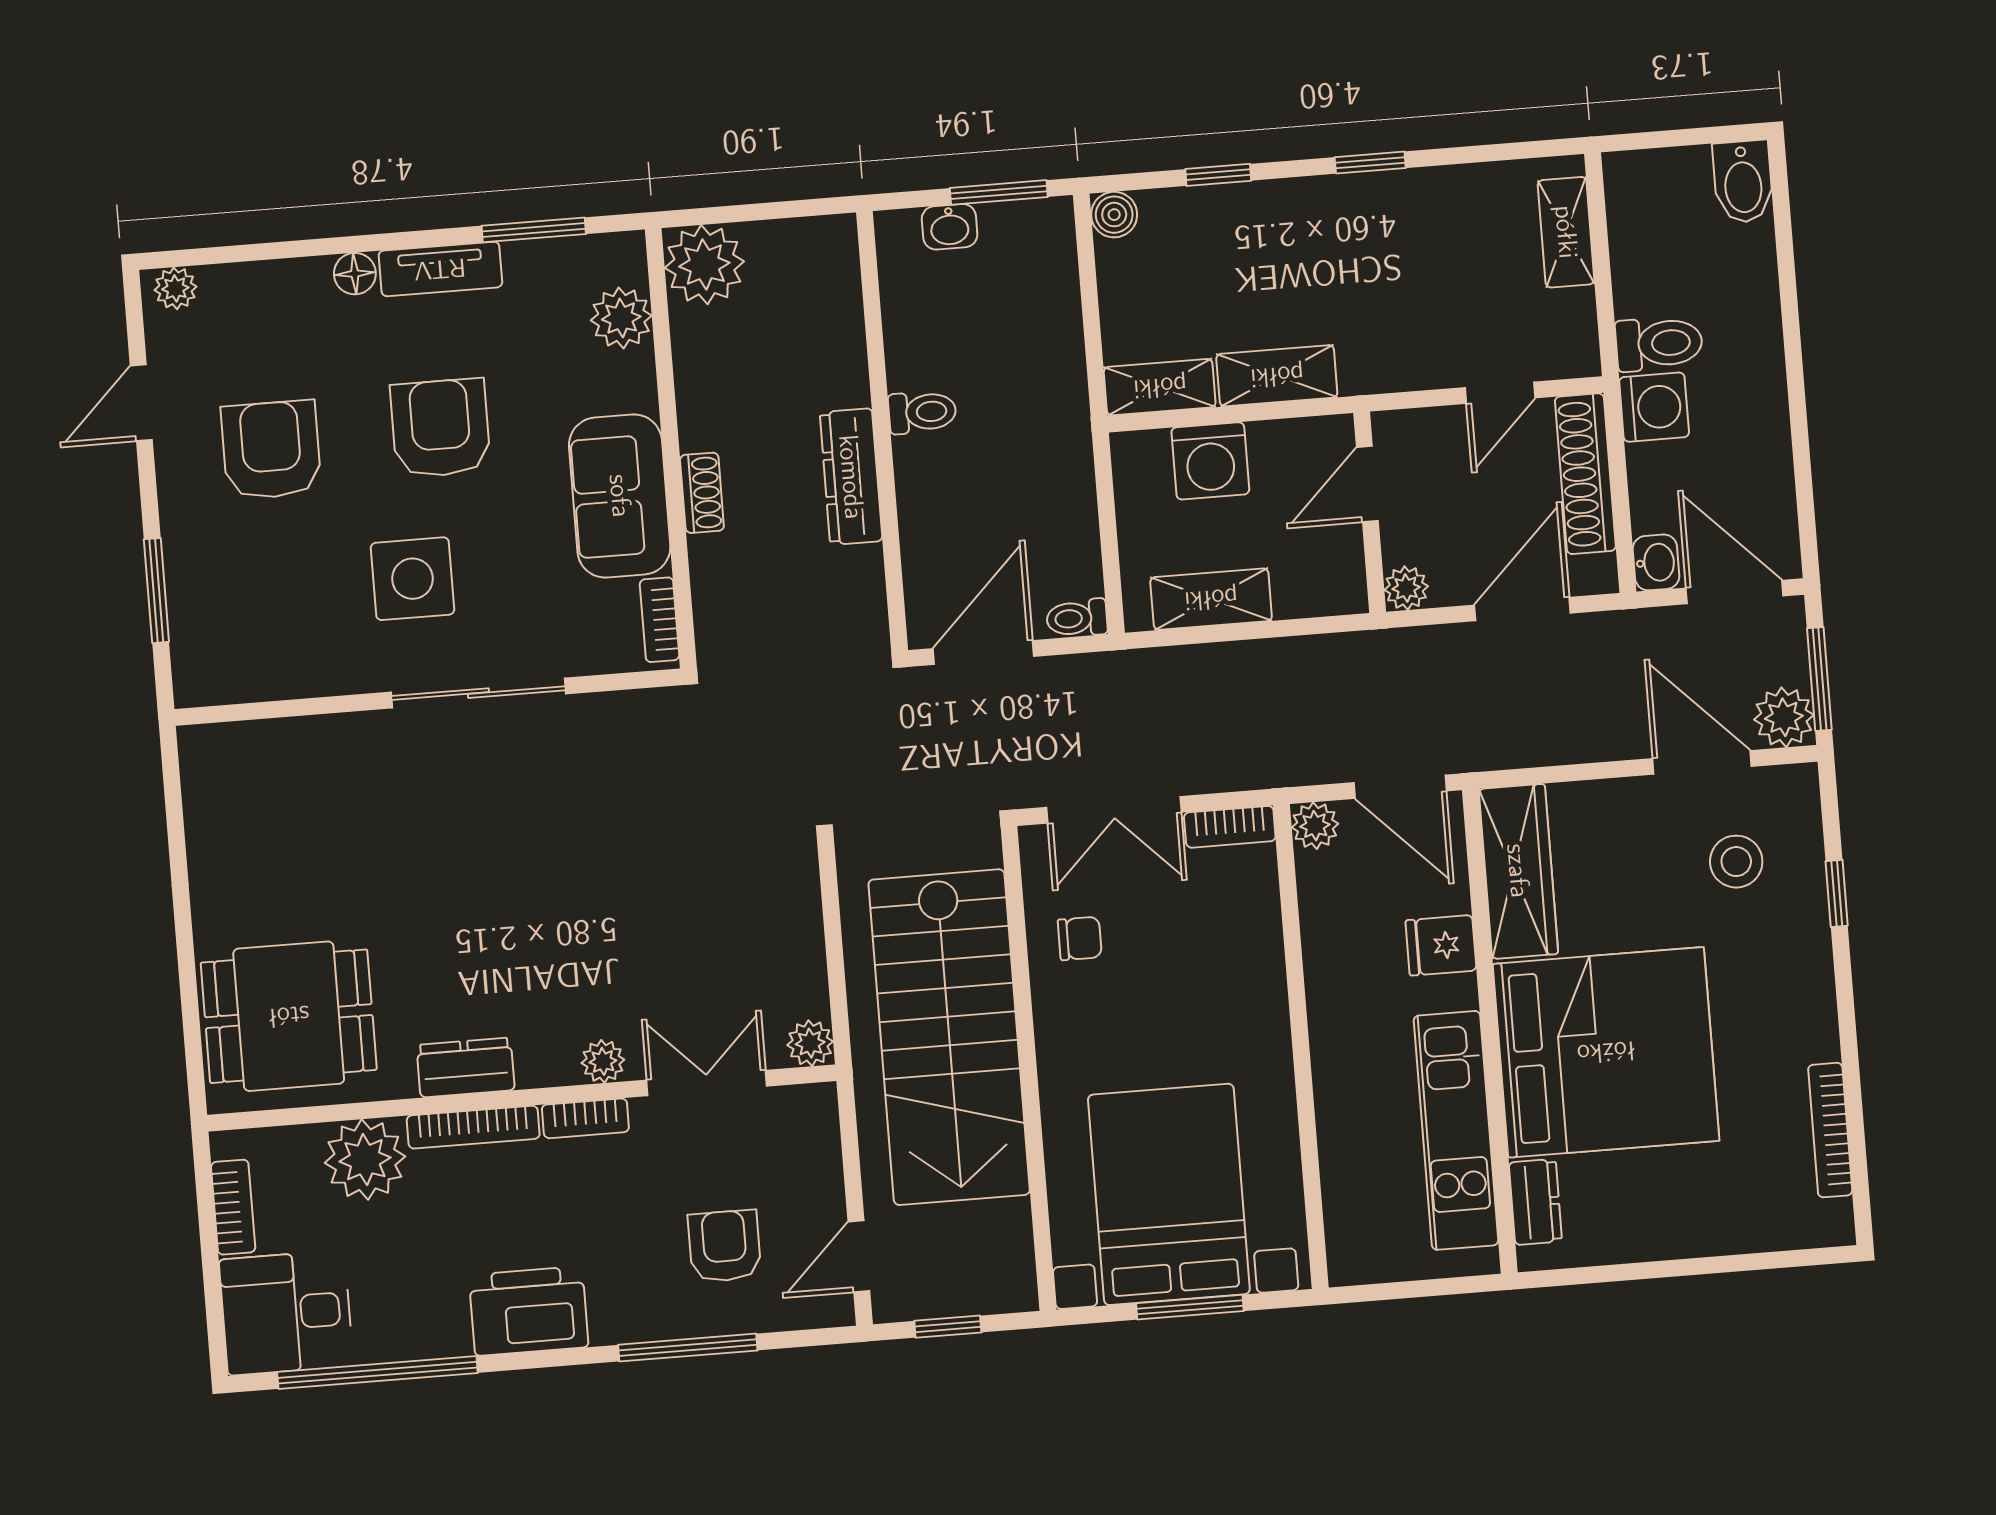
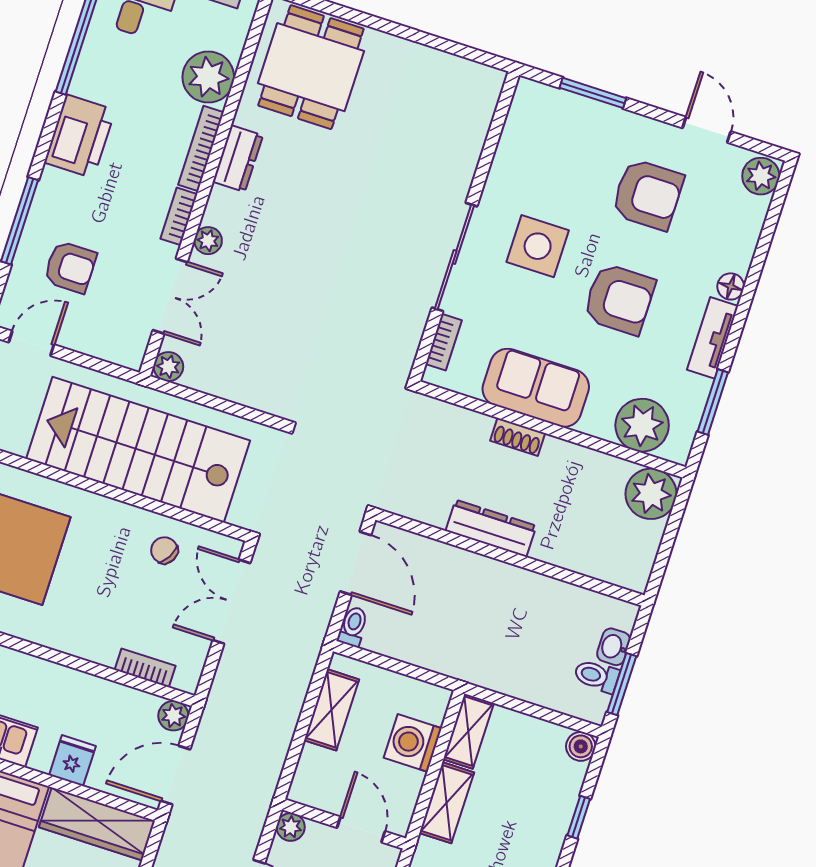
plant: (175, 288) -> (761, 176), width x1.38, depth x1.38
plant: (621, 318) -> (642, 425), width x1.36, depth x1.36
toilet: (922, 412) -> (597, 676), moved, turned 90
bookcase: (660, 620) -> (444, 342), moved, turned 90
bookcase: (1230, 827) -> (145, 668), moved, turned 90
chair: (1080, 938) -> (164, 550), turned 120
door: (859, 1256) -> (31, 343), hinge flipped

